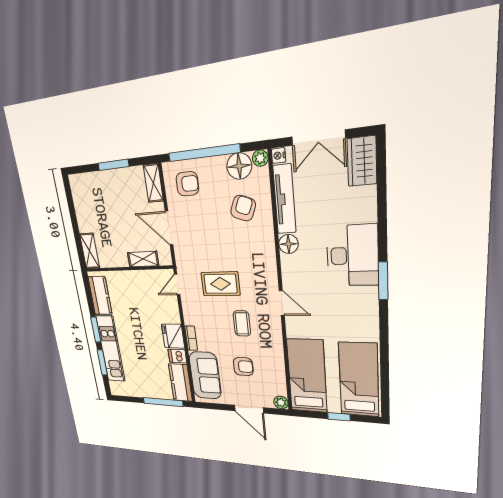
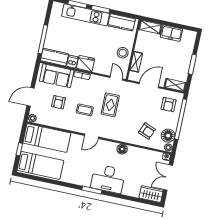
tv unit: (284, 199) -> (145, 154), removed
freezer: (85, 215) -> (171, 33), added
stool: (138, 284) -> (123, 53), added

